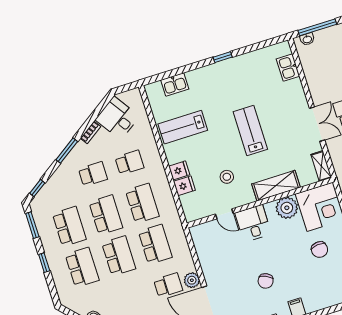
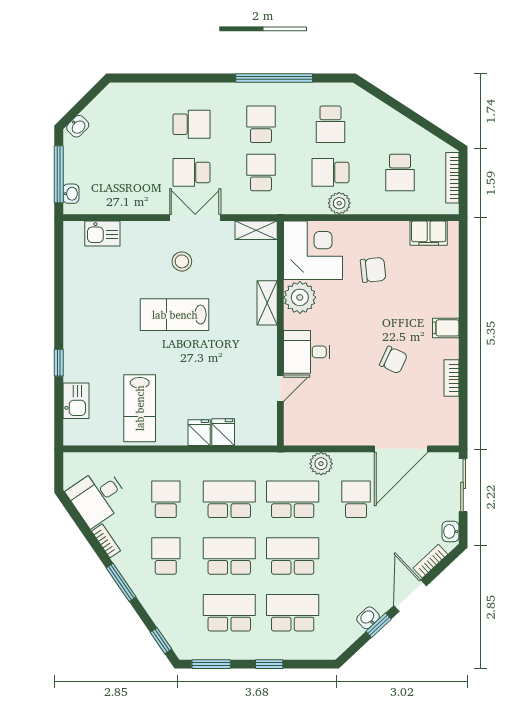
window: (223, 57) -> (59, 363), moved
stool: (227, 177) -> (182, 261), moved
shelving: (276, 186) -> (267, 303), width x0.67, depth x0.75
plant: (192, 280) -> (321, 464), moved

